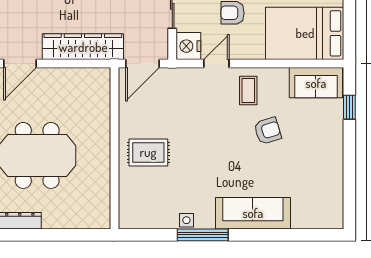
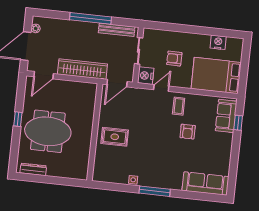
sofa: (316, 83) -> (226, 116), moved, turned 90
armchair: (268, 131) -> (188, 132), turned 107
sofa: (253, 213) -> (205, 183), moved
window: (203, 235) -> (155, 191), moved

